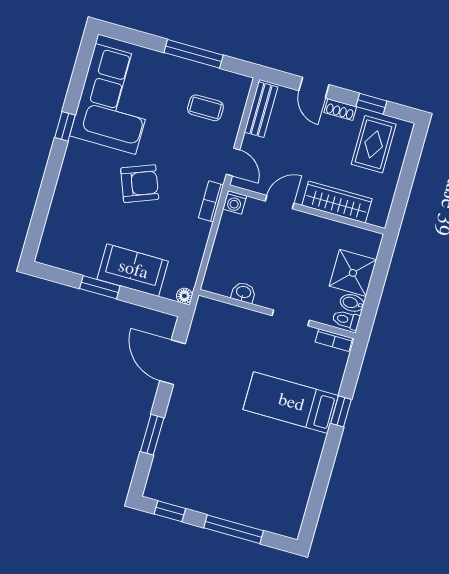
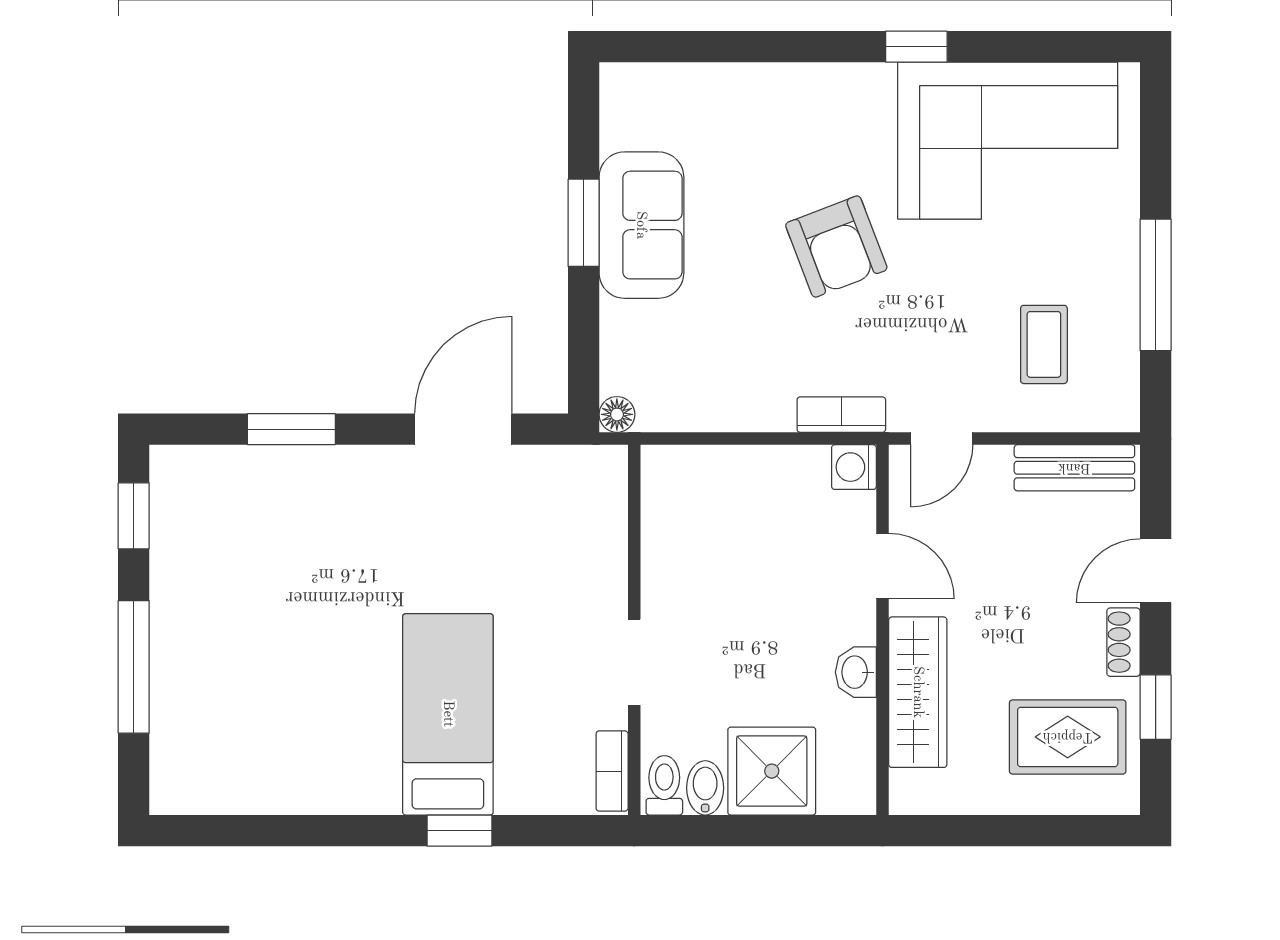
sofa: (133, 270) -> (641, 225), moved
washbasin: (243, 292) -> (856, 672), moved, turned 180

